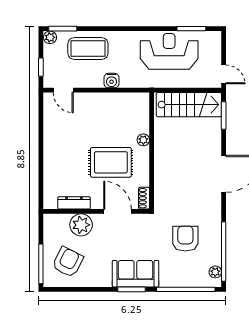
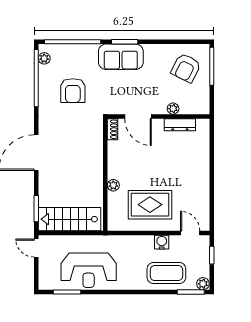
water cooler: (111, 81) -> (162, 242), moved
rug: (111, 162) -> (150, 205), moved
plant: (81, 225) -> (173, 109), width x0.53, depth x0.53

